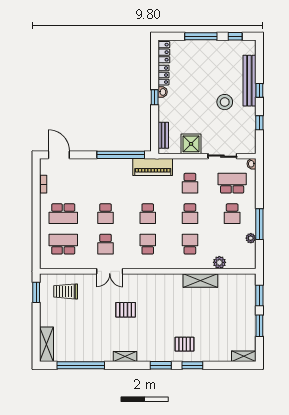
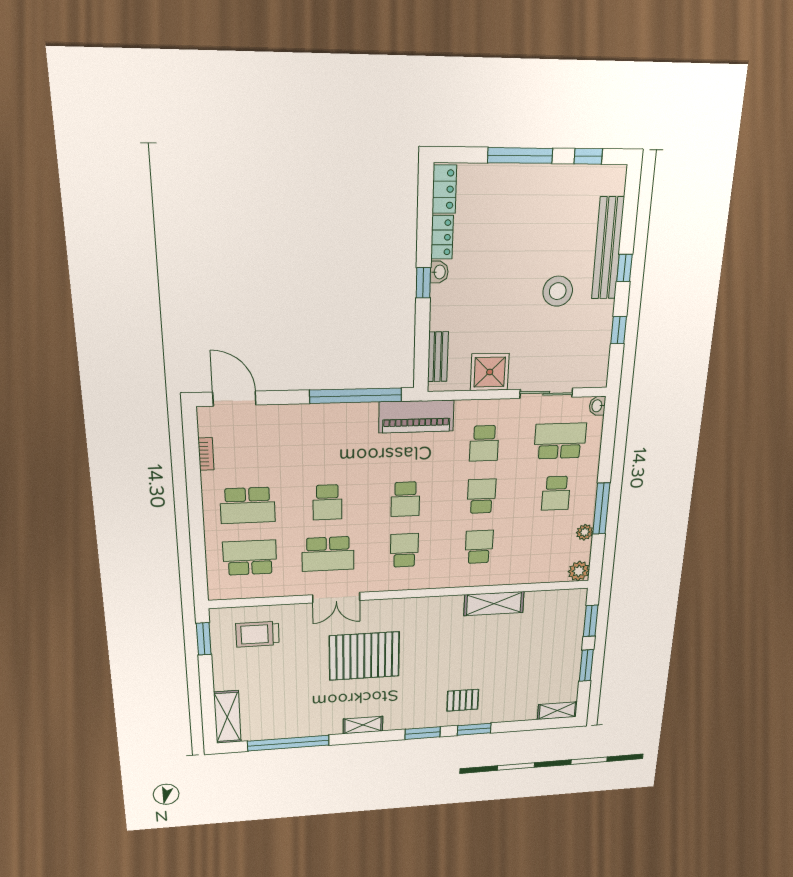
school desk: (190, 214) -> (482, 496), turned 180
school desk: (105, 244) -> (328, 554), width x1.85
plant: (219, 262) -> (579, 571), moved
pallet: (126, 310) -> (364, 656), width x2.05, depth x2.00

